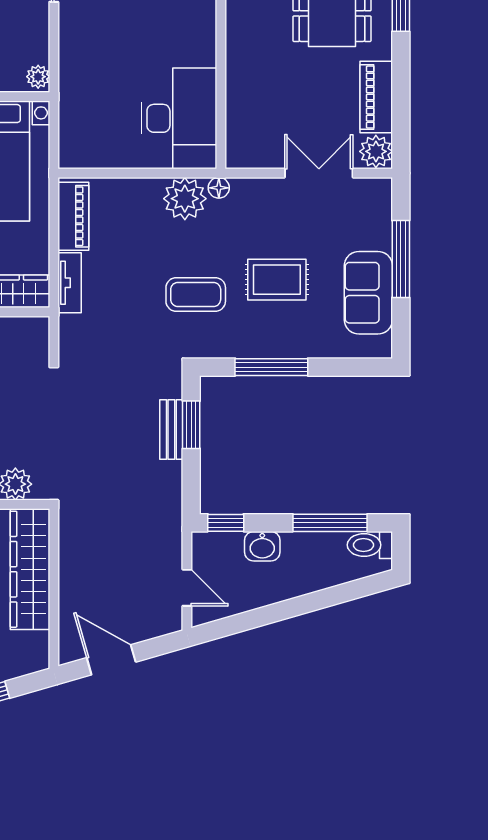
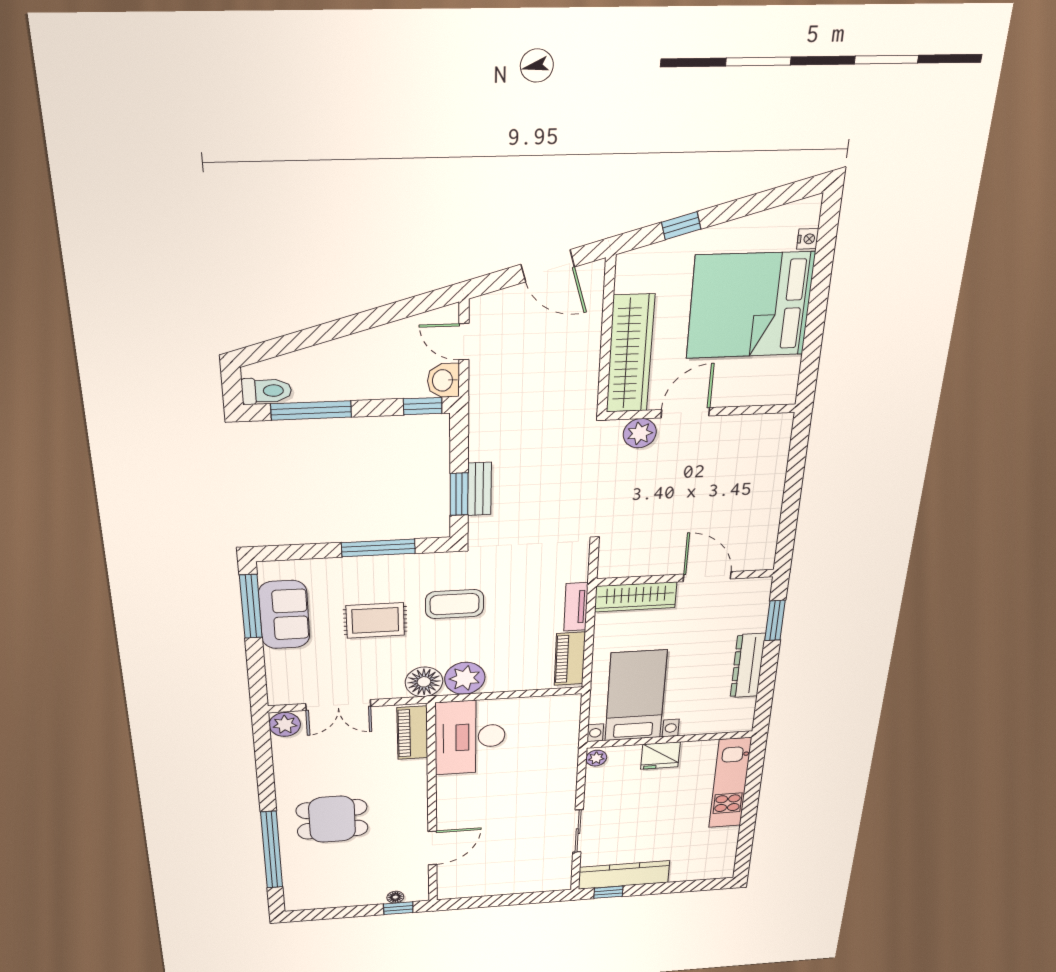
piano: (376, 97) -> (412, 733), moved, turned 180
floor lamp: (219, 188) -> (424, 682), width x1.89, depth x1.89
window: (401, 259) -> (251, 606), moved
washbasin: (262, 546) -> (443, 380), moved, turned -90

